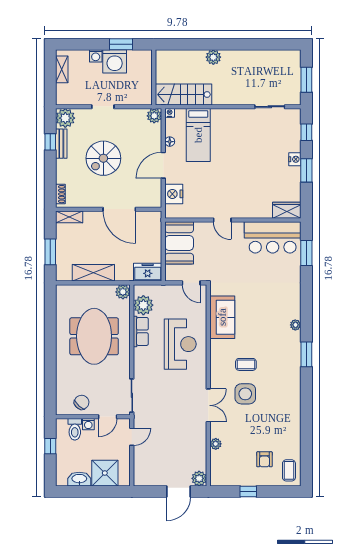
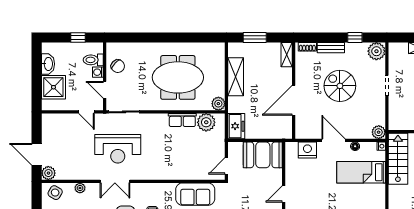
bench: (61, 144) -> (331, 48), moved
reception desk: (180, 344) -> (118, 149), moved
side table: (221, 471) -> (55, 193), added

